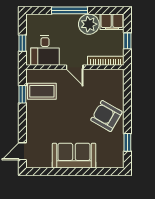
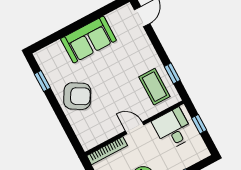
coffee table: (42, 91) -> (154, 87), turned 90

